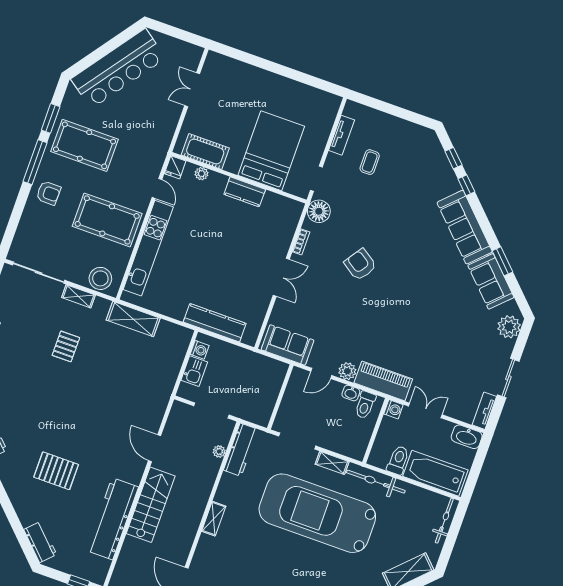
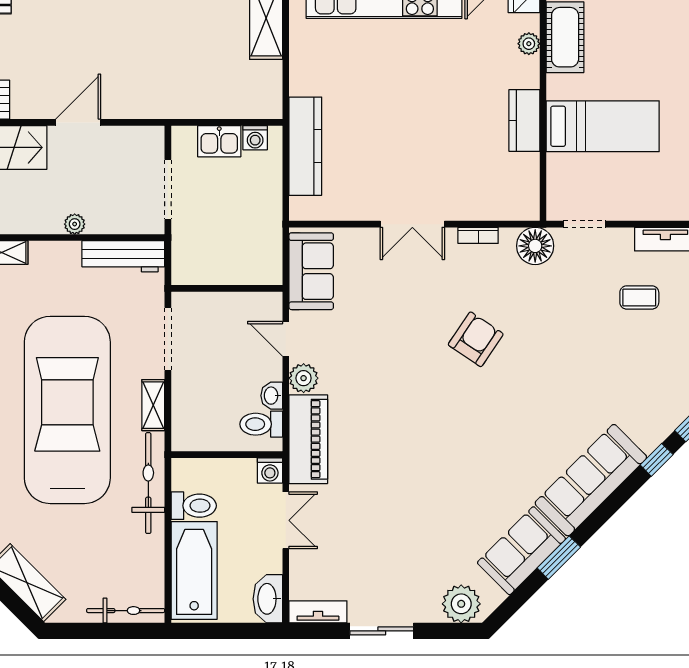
bed: (271, 151) -> (603, 126), width x0.67
plant: (219, 451) -> (75, 224), moved

